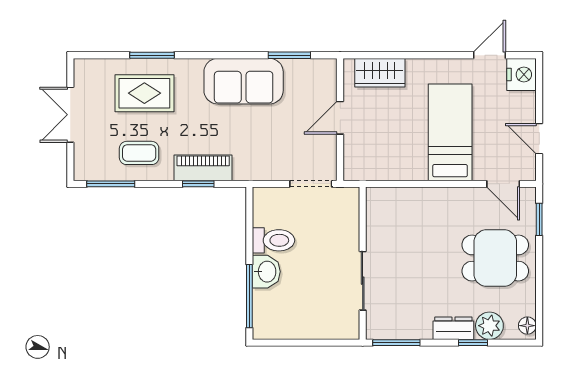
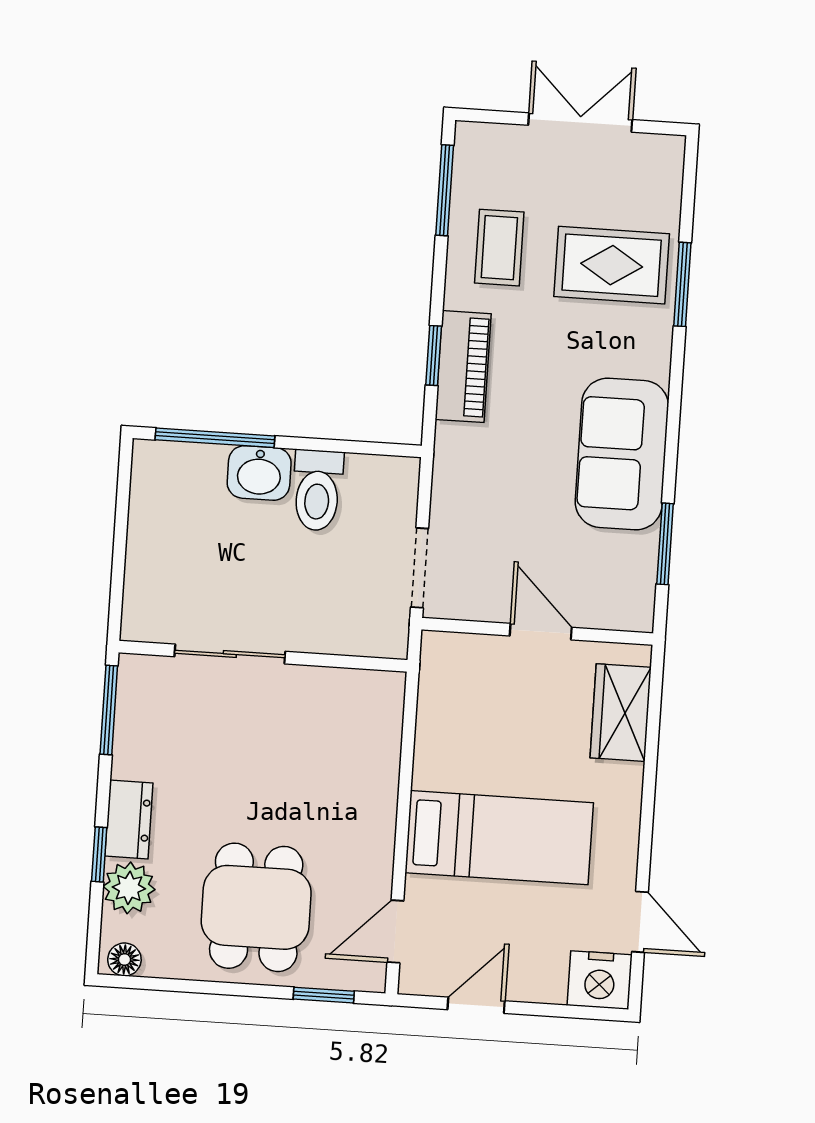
rug: (144, 93) -> (612, 265), turned 90

